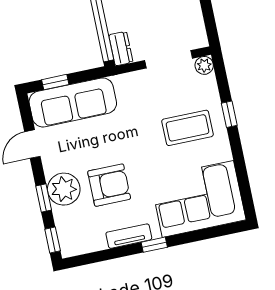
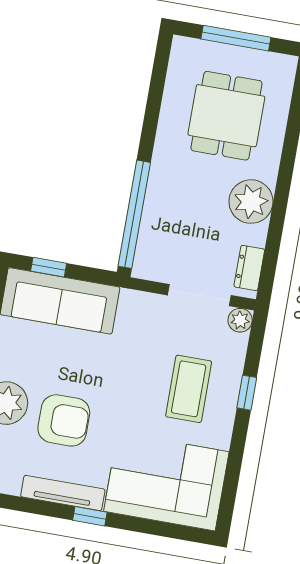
dresser: (121, 49) -> (249, 268), moved, turned 180
coffee table: (187, 128) -> (189, 389), turned 90
tv unit: (129, 236) -> (63, 493), width x1.41

